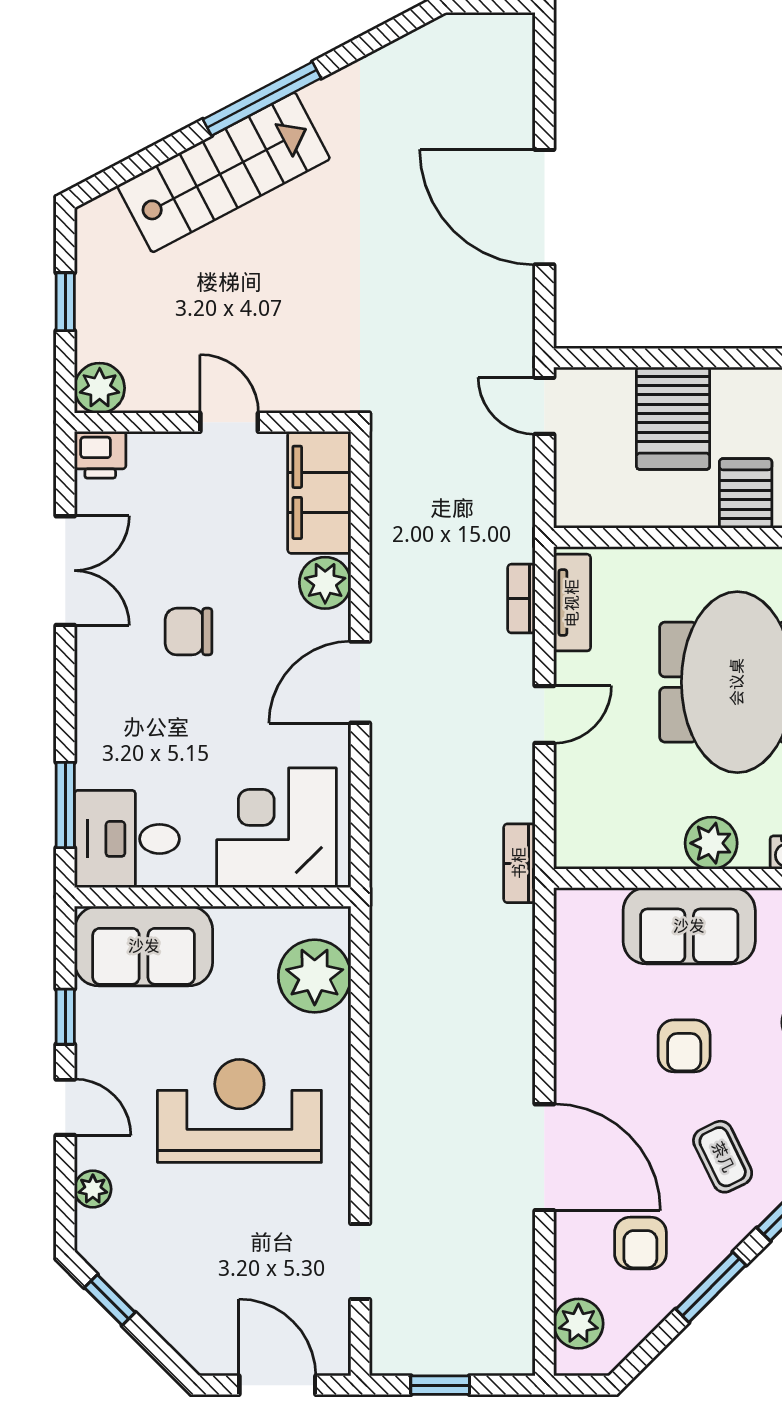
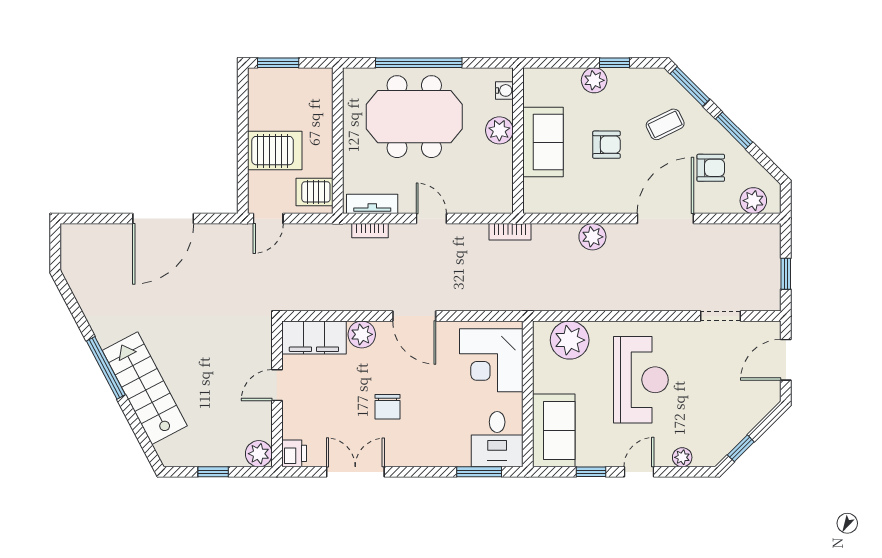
server rack: (746, 493) -> (314, 192), moved
plant: (510, 1019) -> (592, 237), added
reception desk: (239, 1111) -> (641, 380), turned 180

